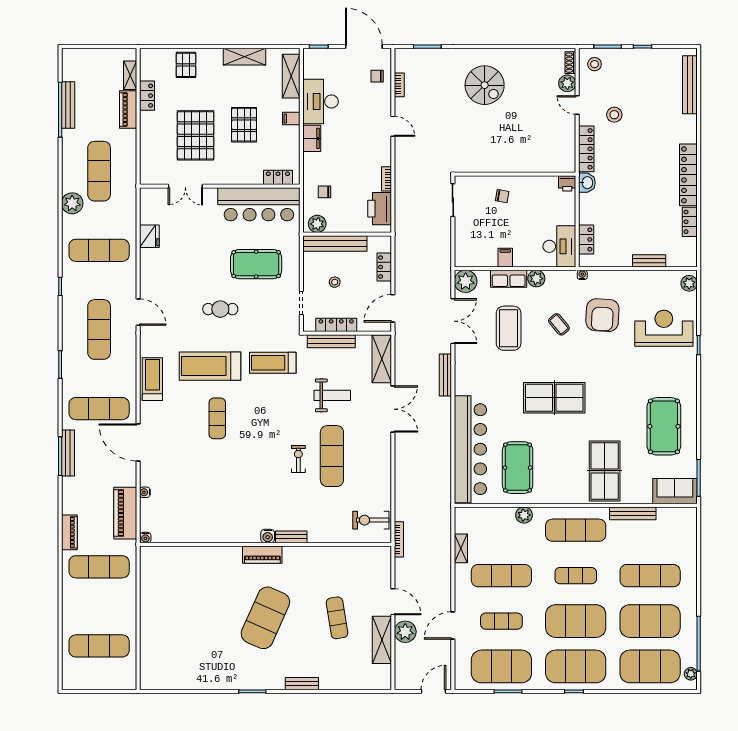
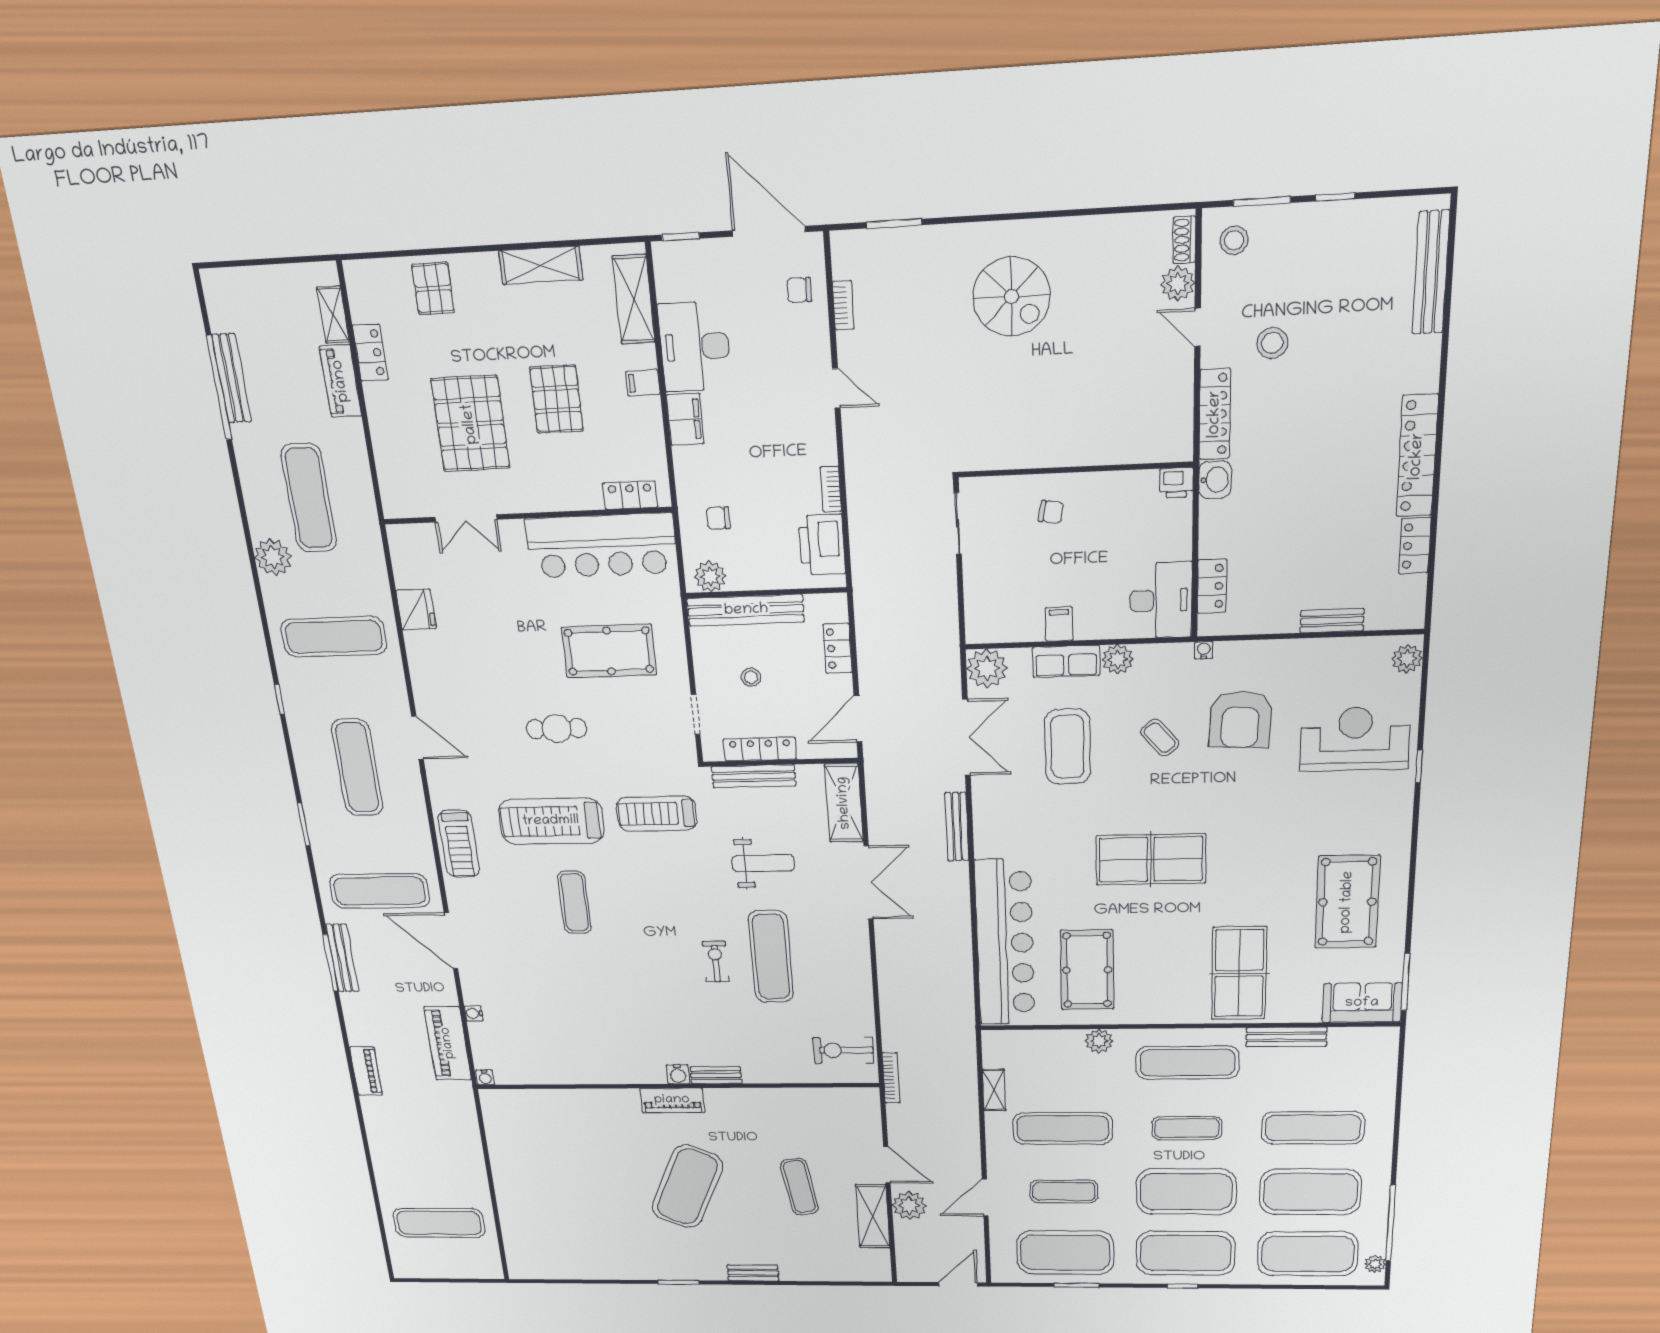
treadmill: (152, 379) -> (459, 844), turned 180
exercise mat: (99, 567) -> (420, 1118), removed

